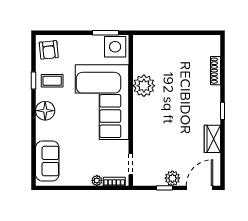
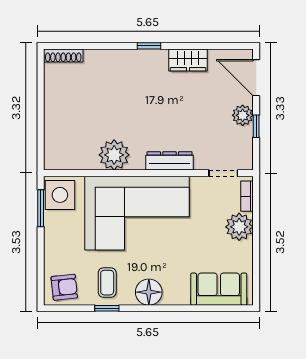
shoe rack: (215, 71) -> (63, 55), moved
dresser: (140, 126) -> (170, 161), added
plant: (97, 180) -> (239, 227), width x1.88, depth x1.88

